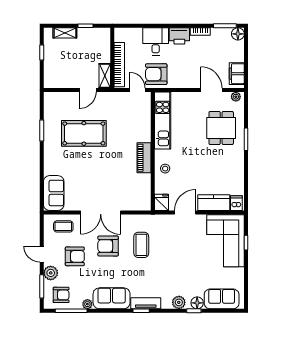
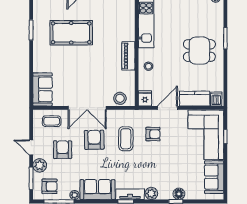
dining table: (221, 128) -> (199, 51), moved, turned 90
stool: (135, 202) -> (120, 98), added
armchair: (170, 240) -> (153, 134), added
armchair: (108, 246) -> (94, 140), turned 89
armchair: (75, 256) -> (63, 150), turned -90
sofa: (222, 299) -> (214, 177), moved, turned -90
plant: (179, 302) -> (151, 193), moved

